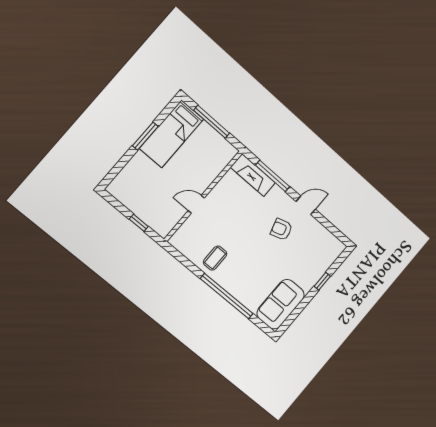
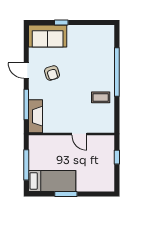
sofa: (281, 304) -> (48, 36), moved

